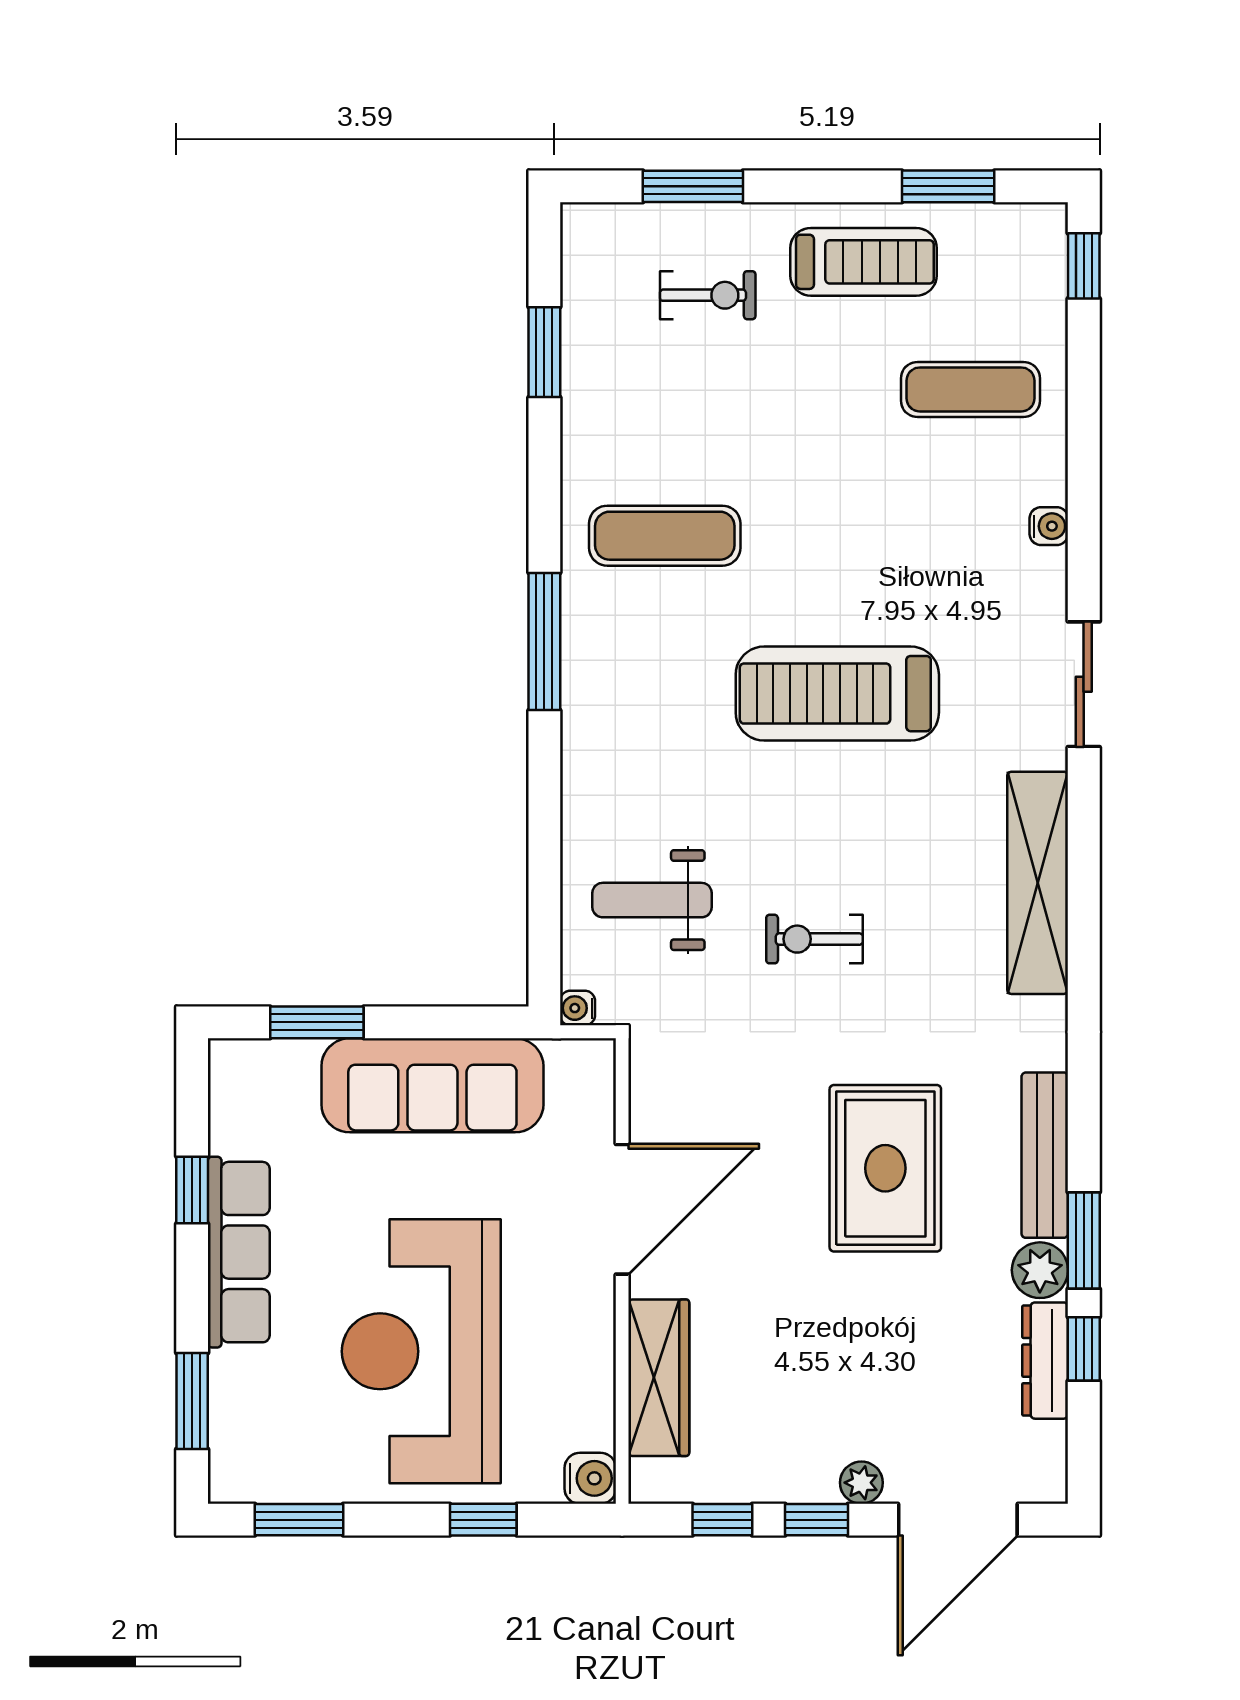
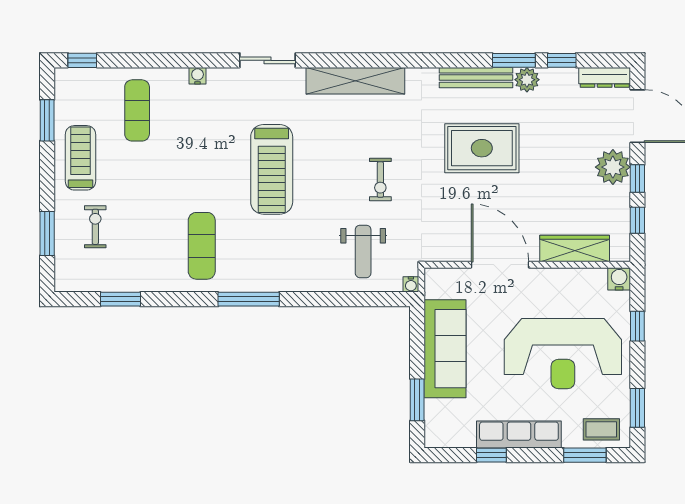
dresser: (1045, 1361) -> (605, 77), moved
coffee table: (250, 1438) -> (601, 429), added
plant: (861, 1483) -> (613, 167), width x1.88, depth x1.88

